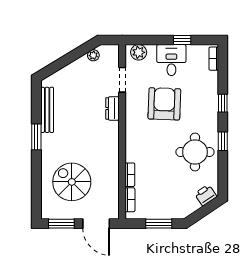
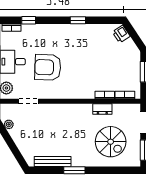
window: (223, 103) -> (29, 20), moved
dresser: (113, 108) -> (102, 109), moved
round table: (195, 152) -> (87, 43), removed
spiral stairs: (72, 182) -> (111, 142), turned -90

